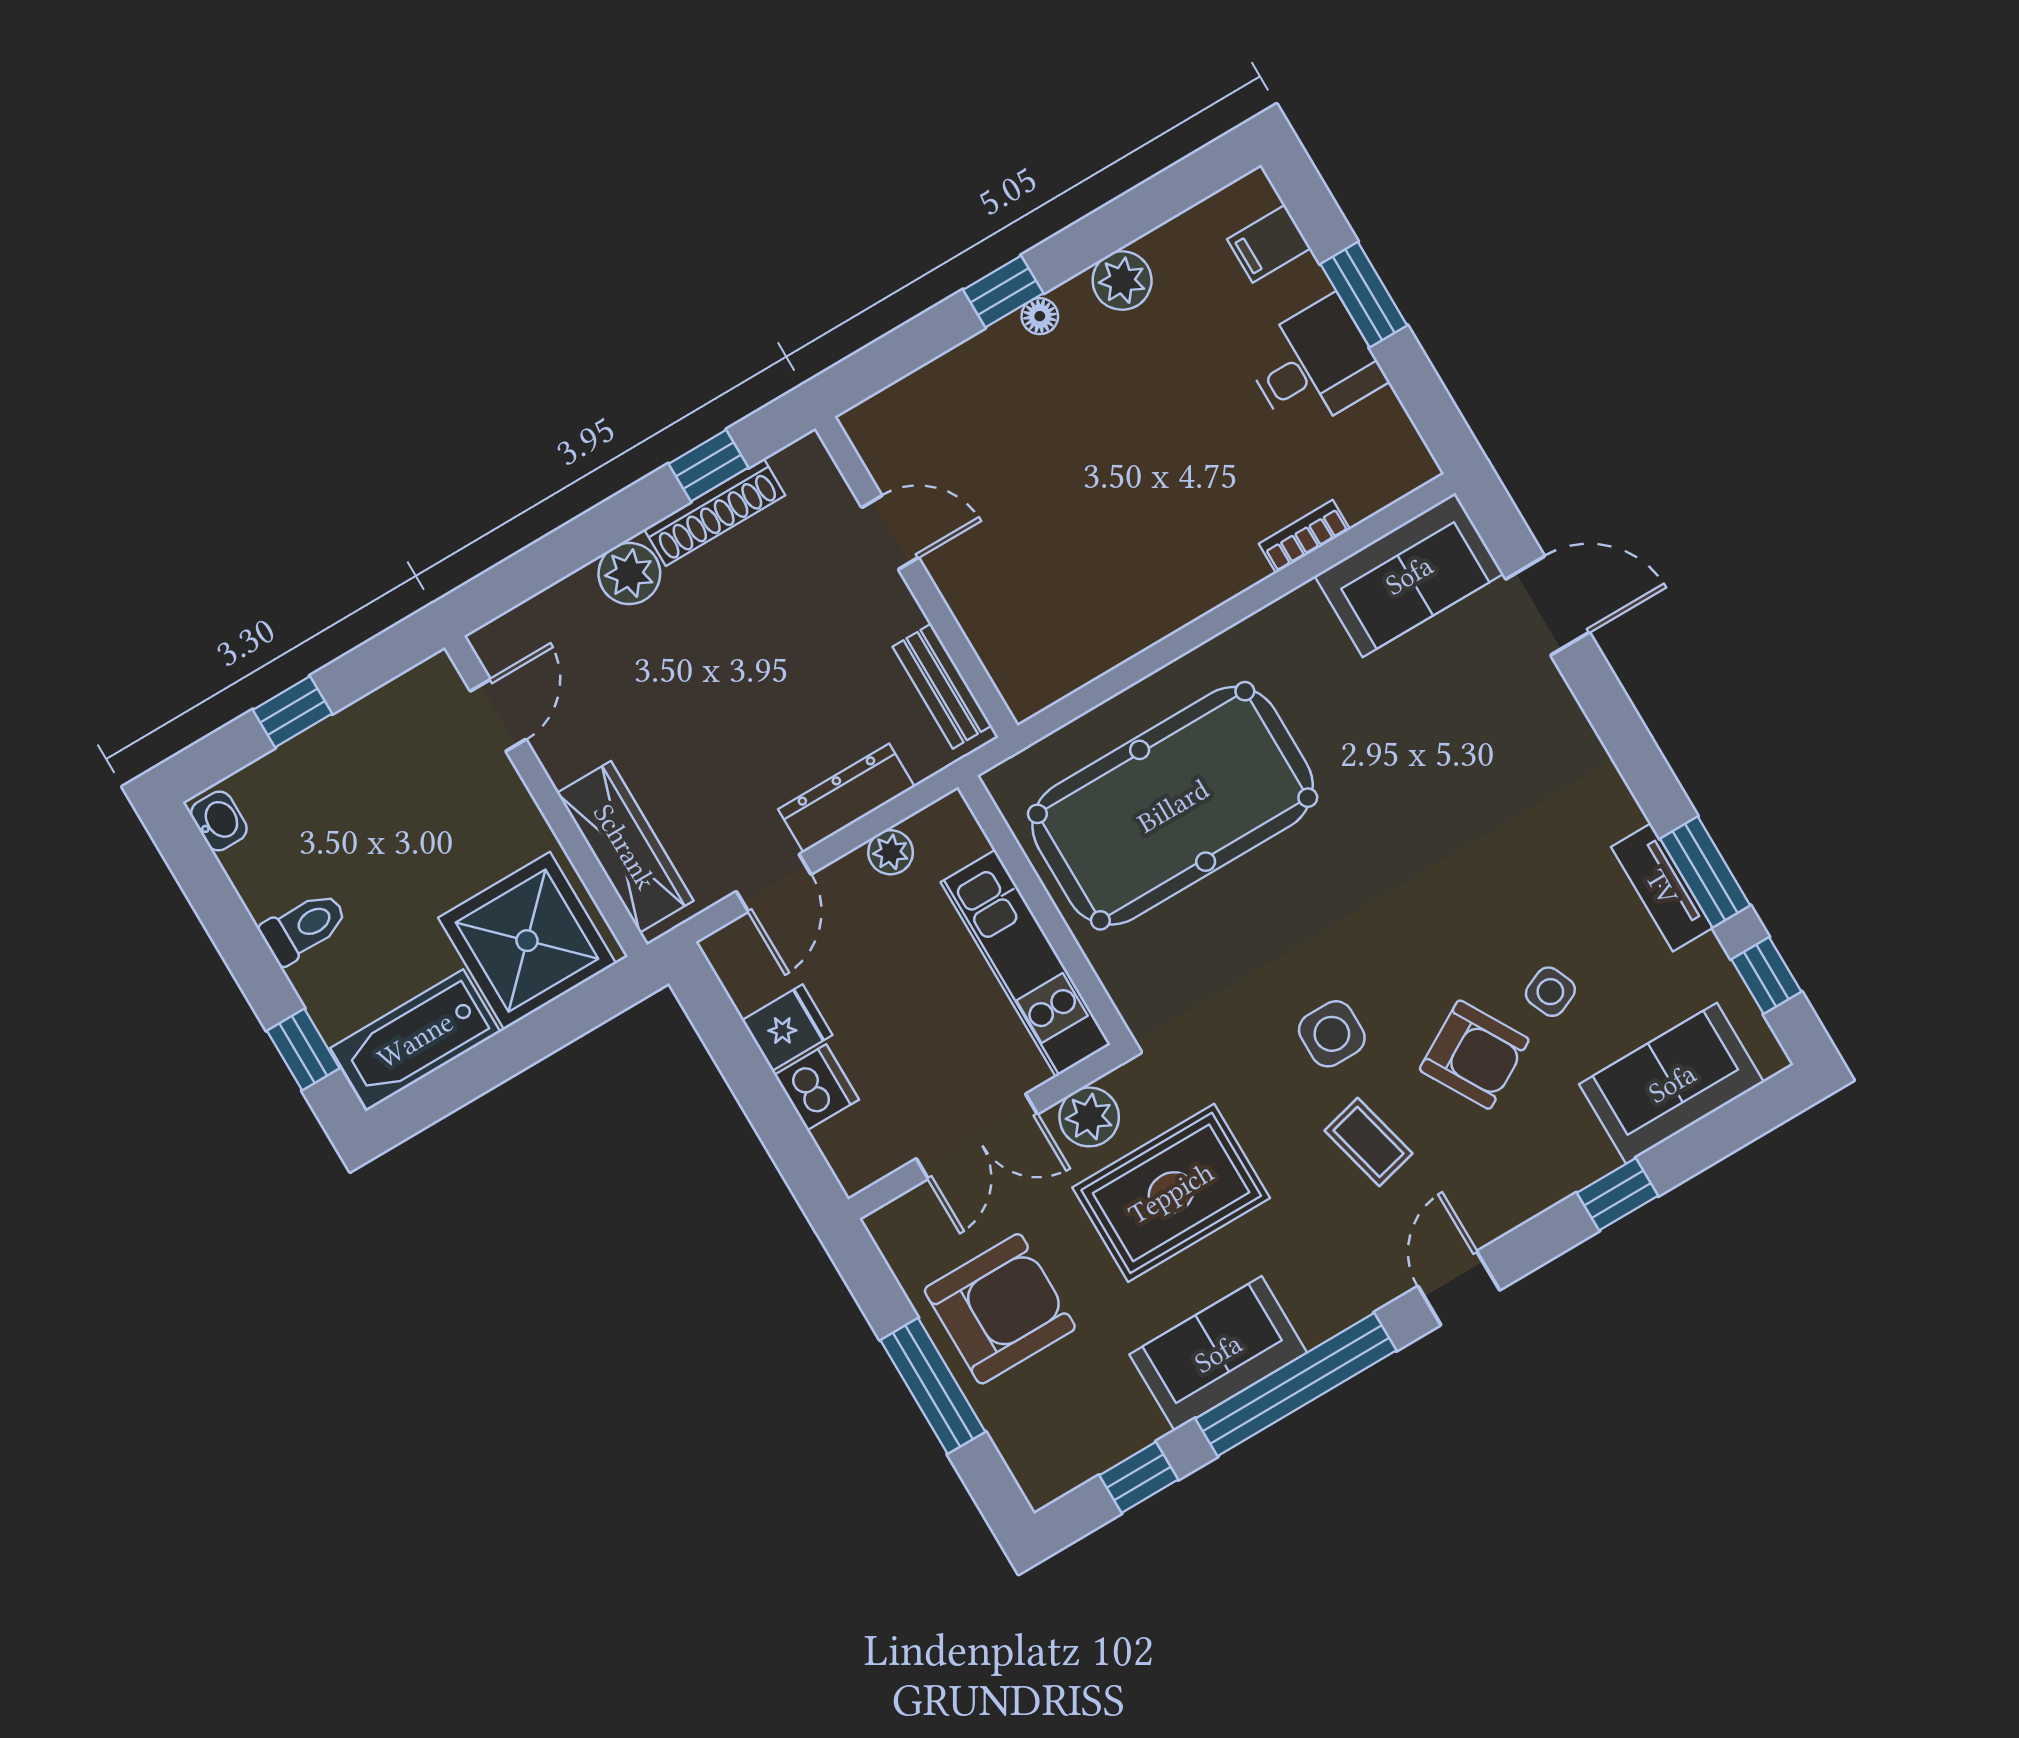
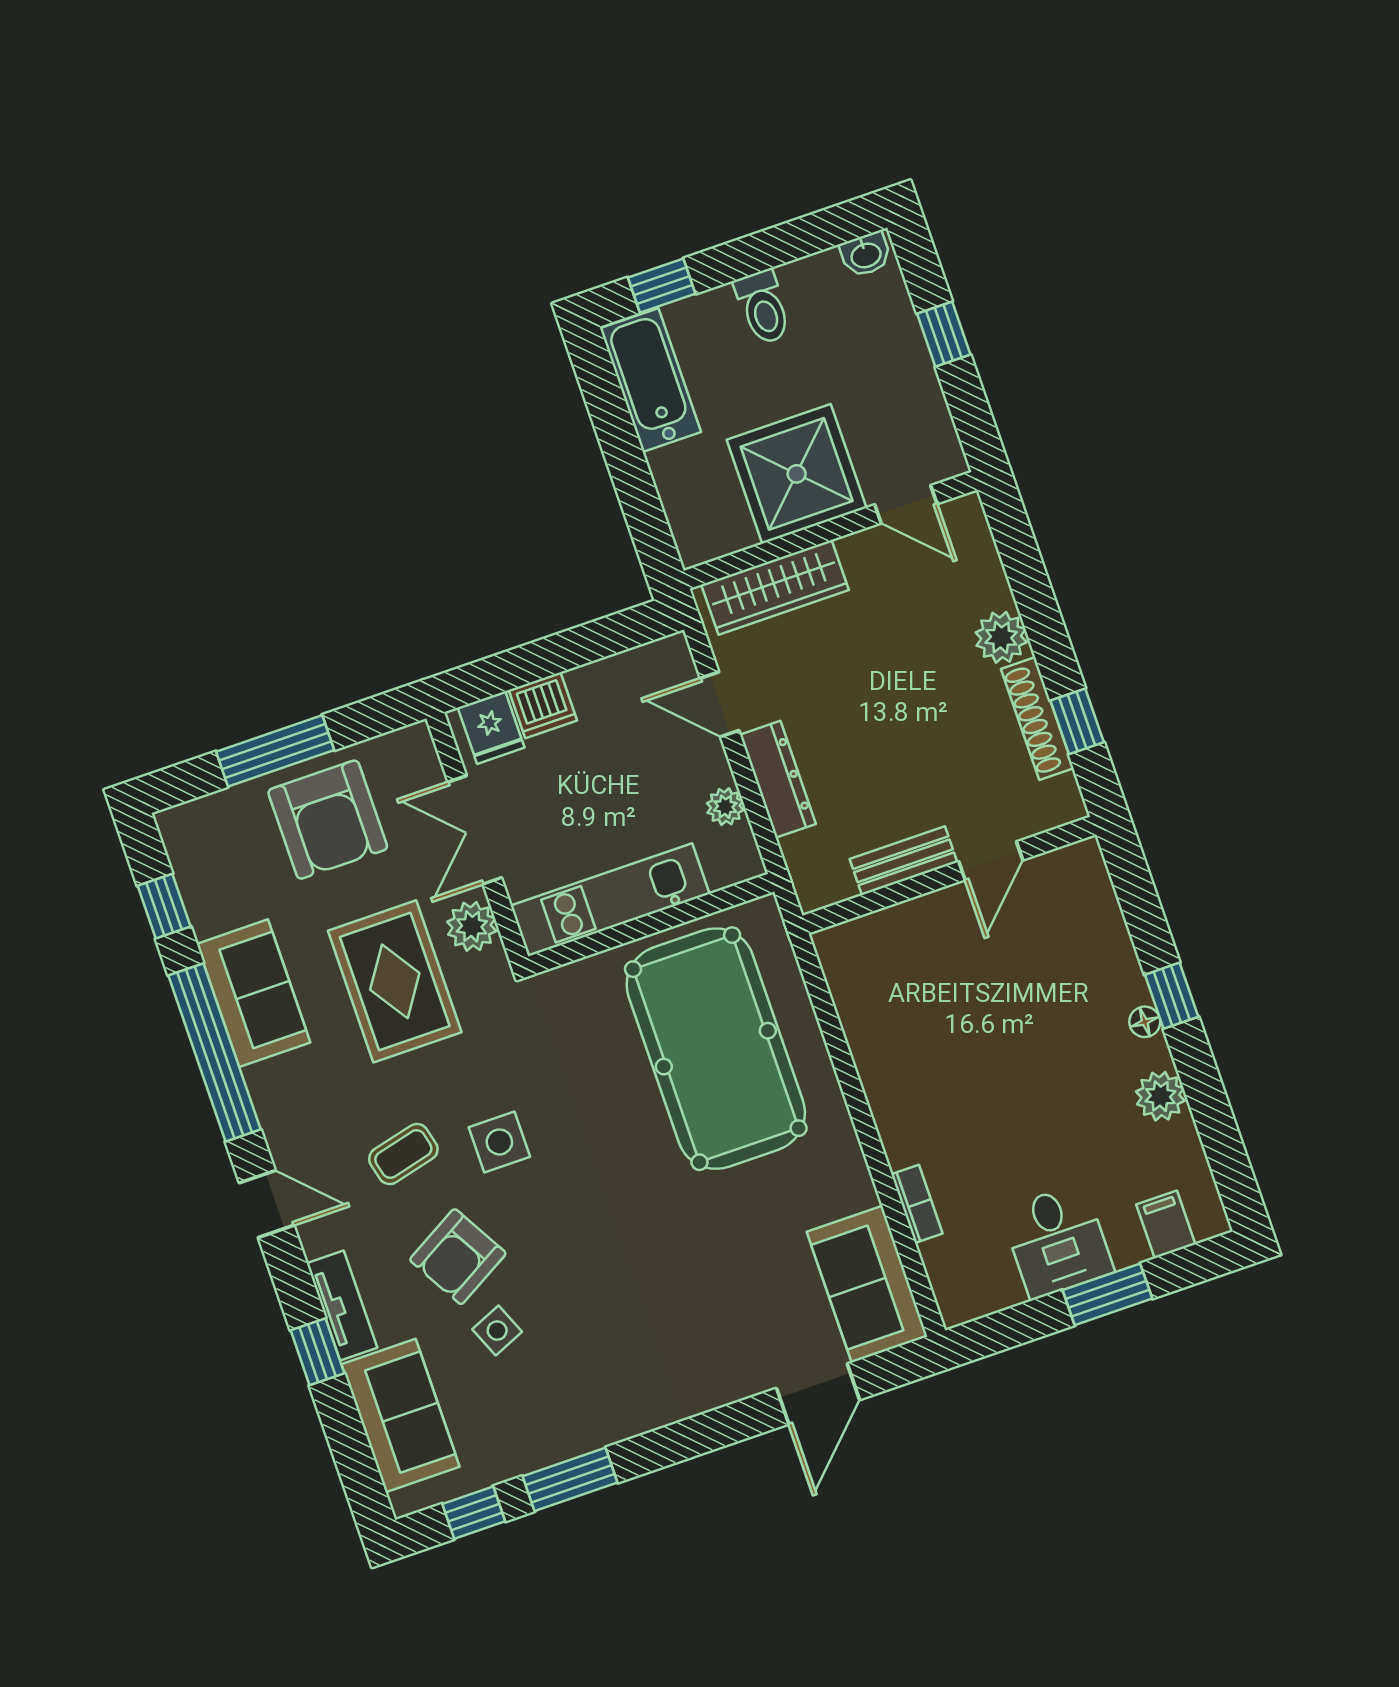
bench: (942, 686) -> (904, 861), moved
tv unit: (1662, 887) -> (342, 1305), moved, turned 90
shower: (527, 941) -> (797, 474), moved
fridge: (787, 1028) -> (491, 728), moved

